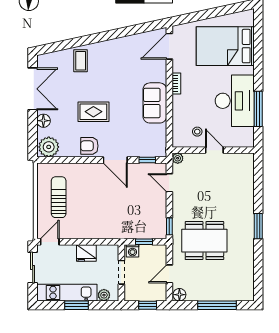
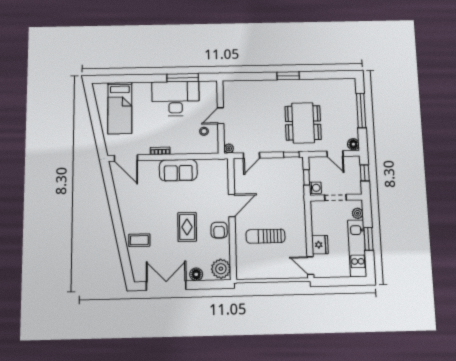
bed: (225, 46) -> (120, 108), width x0.67
window: (147, 160) -> (231, 176), removed
sun lounger: (59, 197) -> (265, 236), moved
fridge: (86, 253) -> (320, 245), moved
sliding door: (33, 268) -> (335, 282), removed

